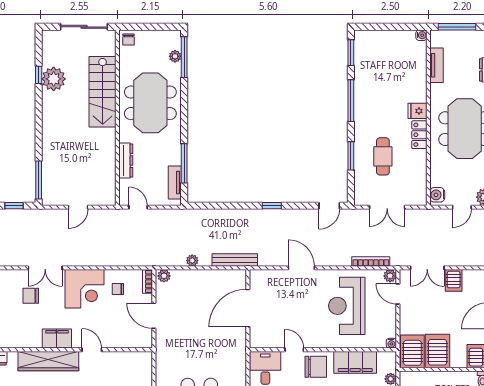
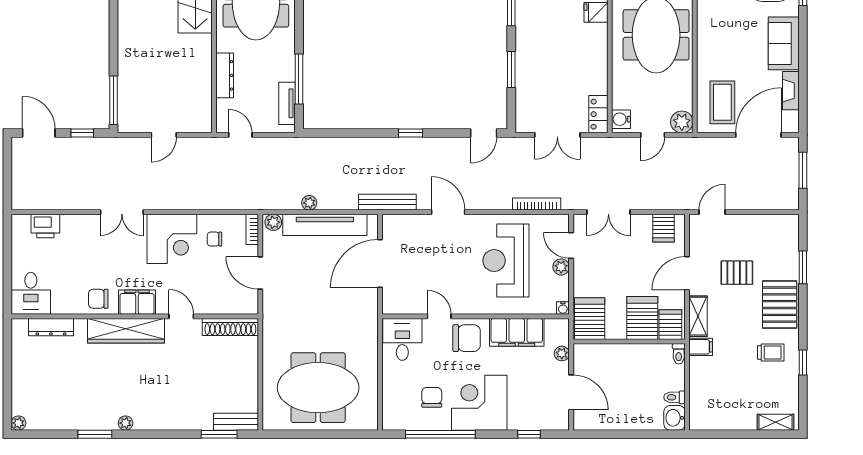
locker: (419, 135) -> (598, 114), moved
cafe table: (383, 156) -> (552, 70), removed
bench: (235, 260) -> (387, 202), moved
plant: (390, 276) -> (561, 267), moved
tv unit: (205, 278) -> (325, 225), added
server rack: (454, 280) -> (664, 228), moved
chair: (31, 296) -> (98, 299), moved
server rack: (438, 351) -> (642, 318), moved
shoe rack: (130, 358) -> (230, 327), added

